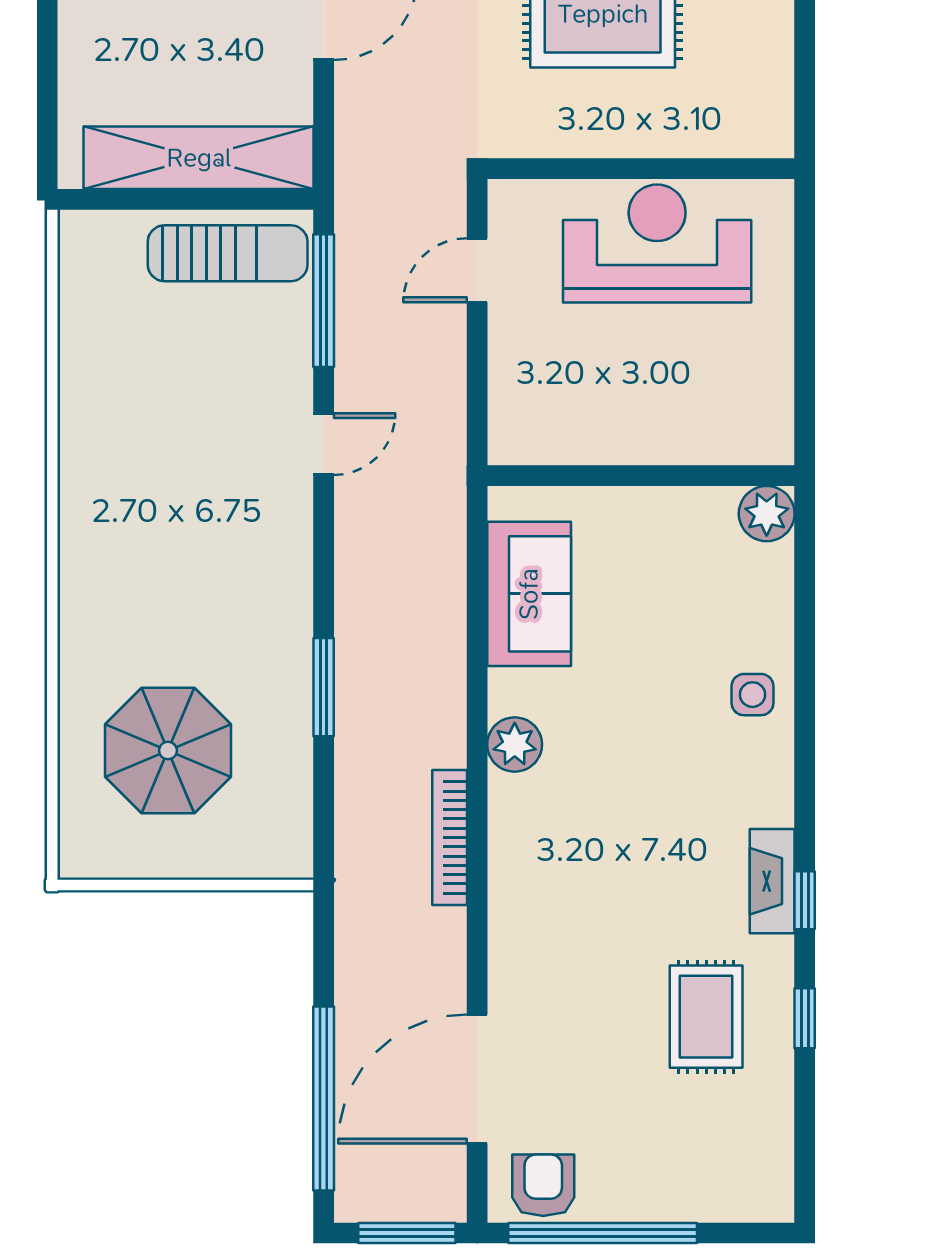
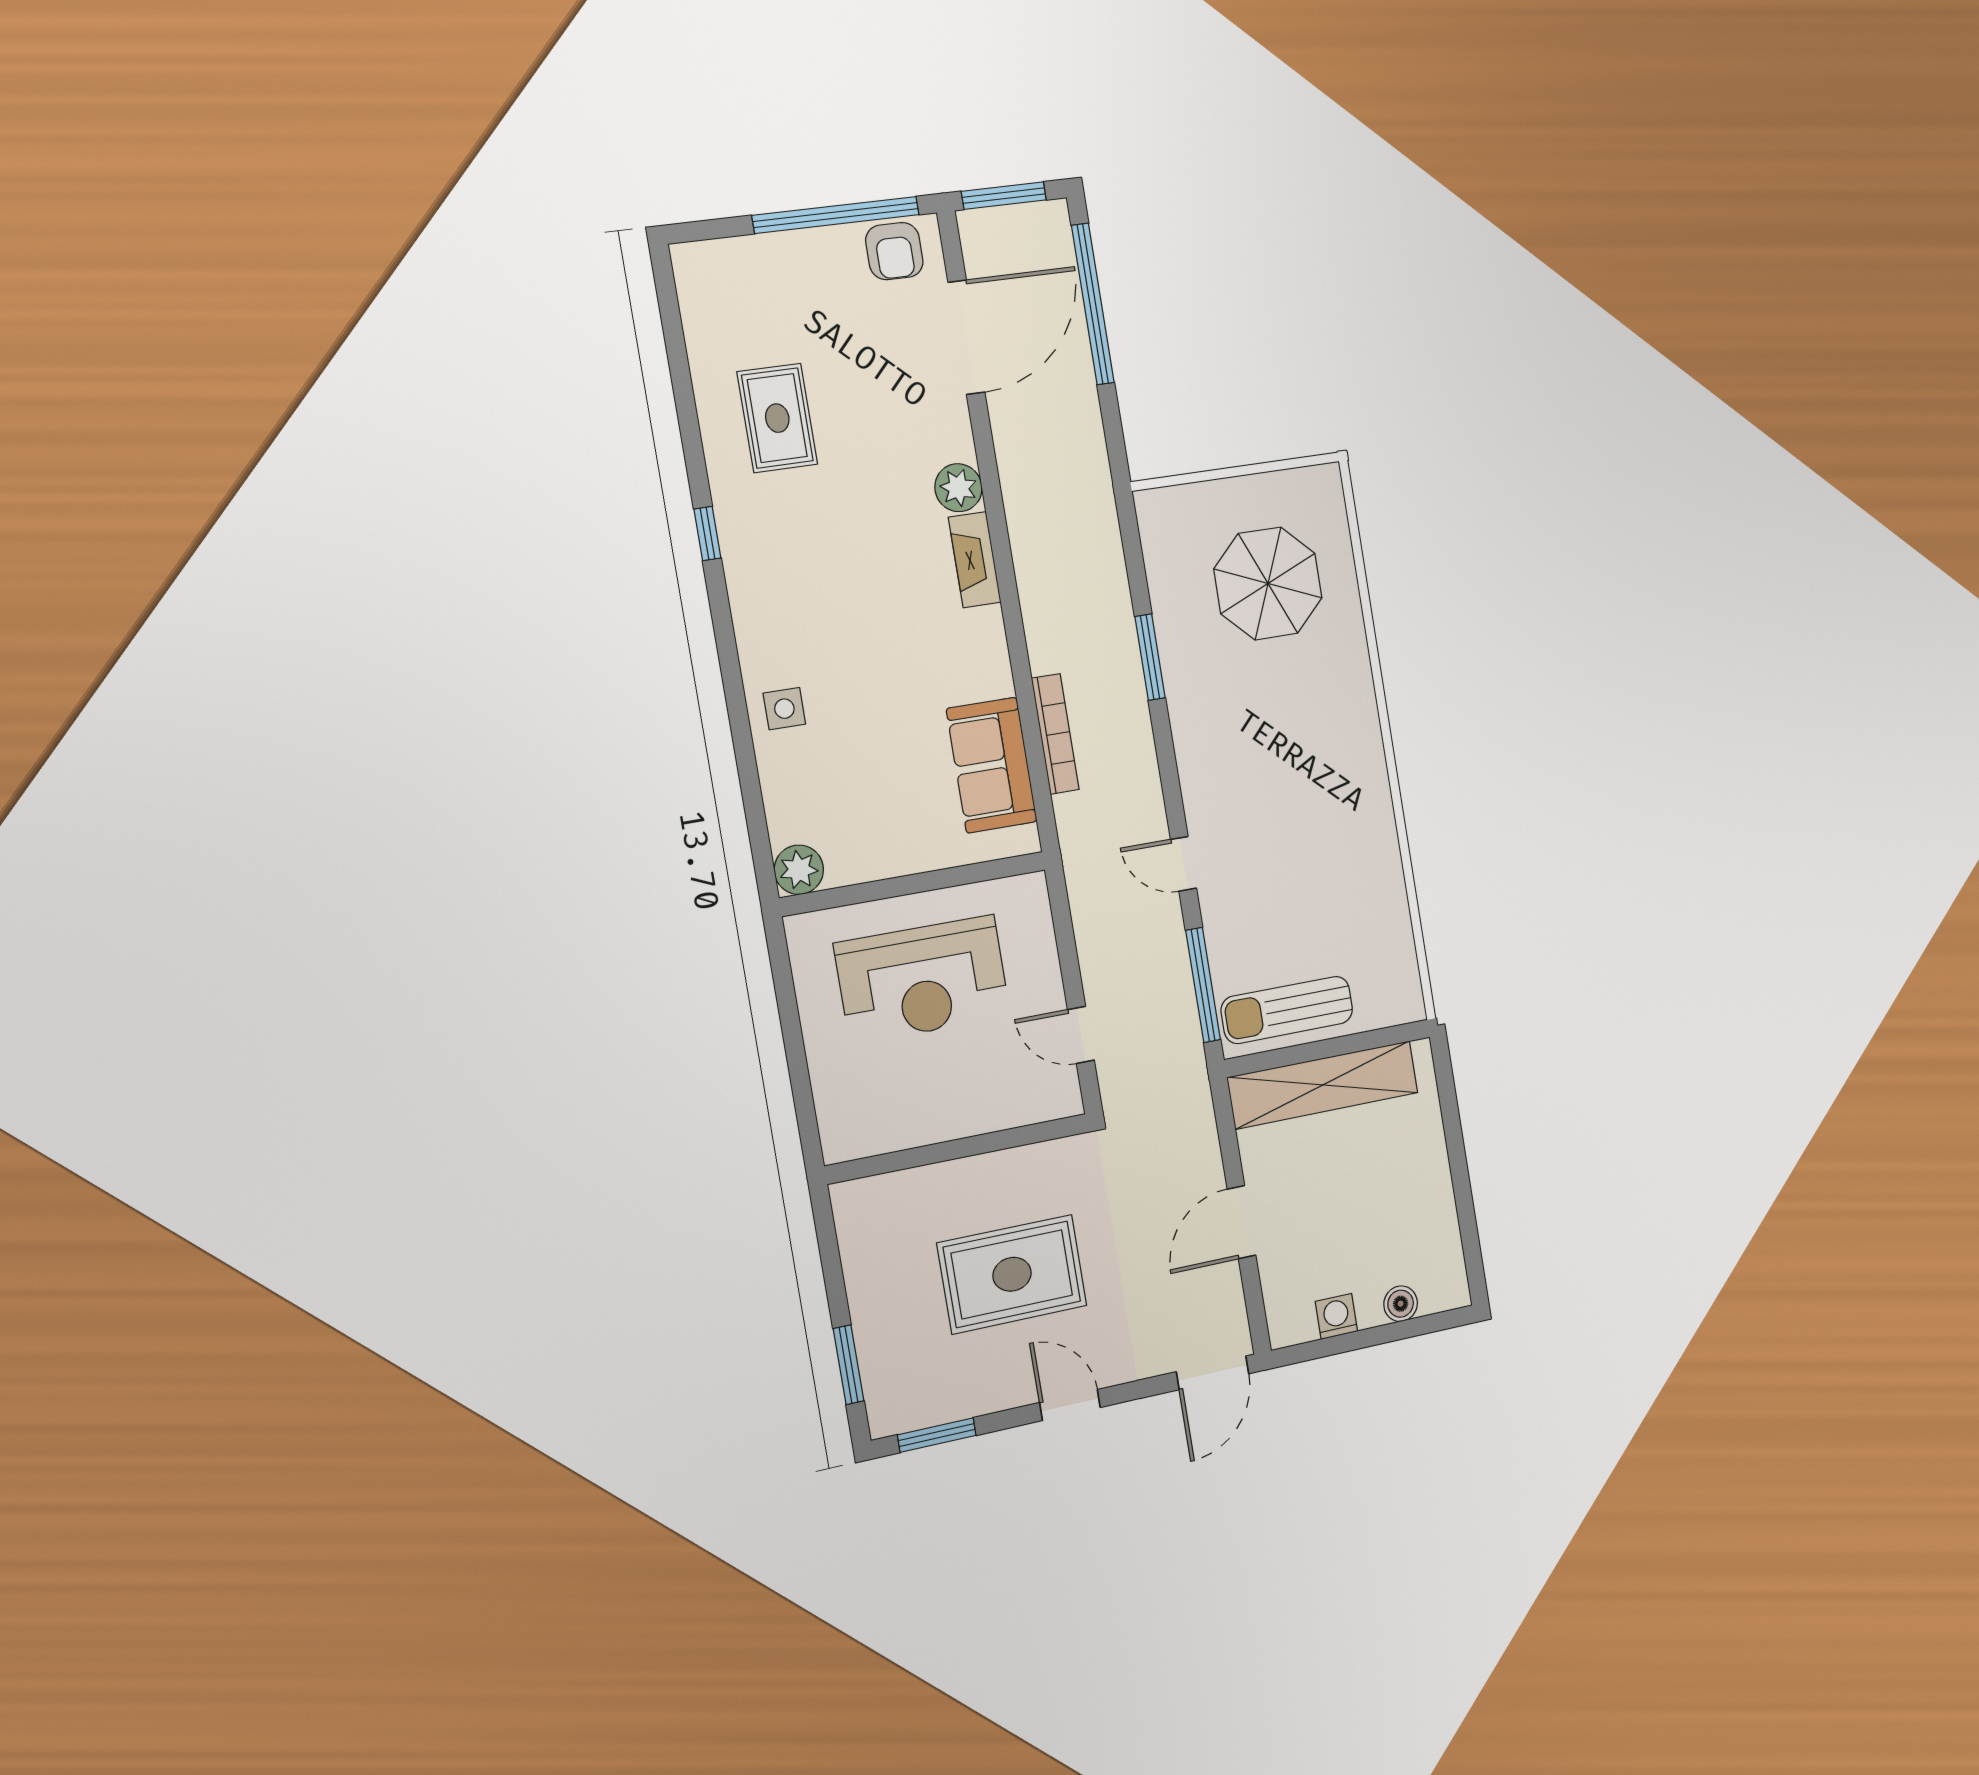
reception desk: (657, 244) -> (922, 980), moved
door: (477, 270) -> (1081, 1035), swing flipped
door: (324, 444) -> (1183, 864), hinge flipped
plant: (515, 744) -> (958, 488), moved
bookcase: (450, 837) -> (1055, 734), moved
fireplace: (772, 881) -> (975, 560), moved, turned 180
window: (805, 1018) -> (690, 428), removed

